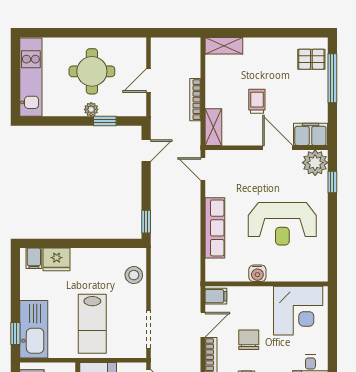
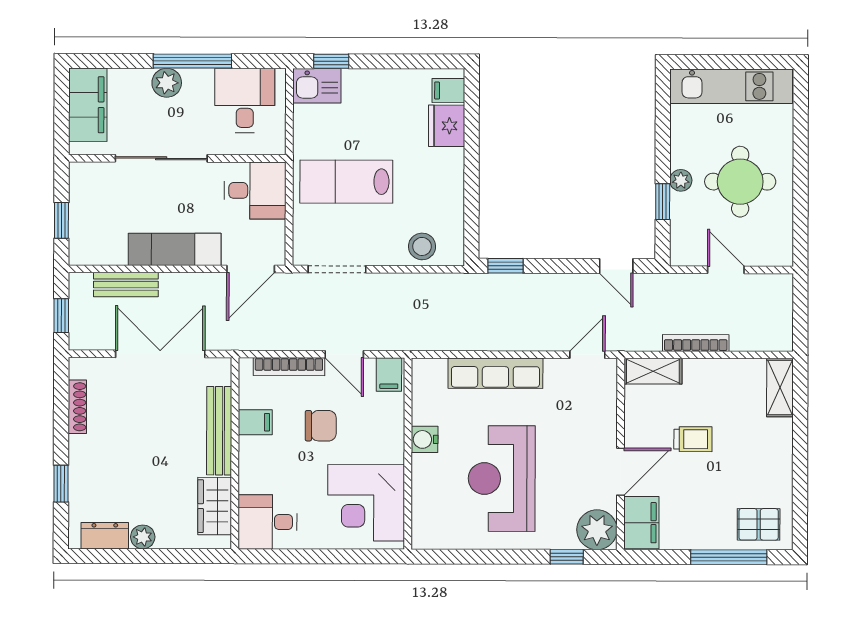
pallet: (311, 59) -> (759, 524), turned 90
kitchen sink: (34, 329) -> (317, 86), width x0.53, depth x0.81

